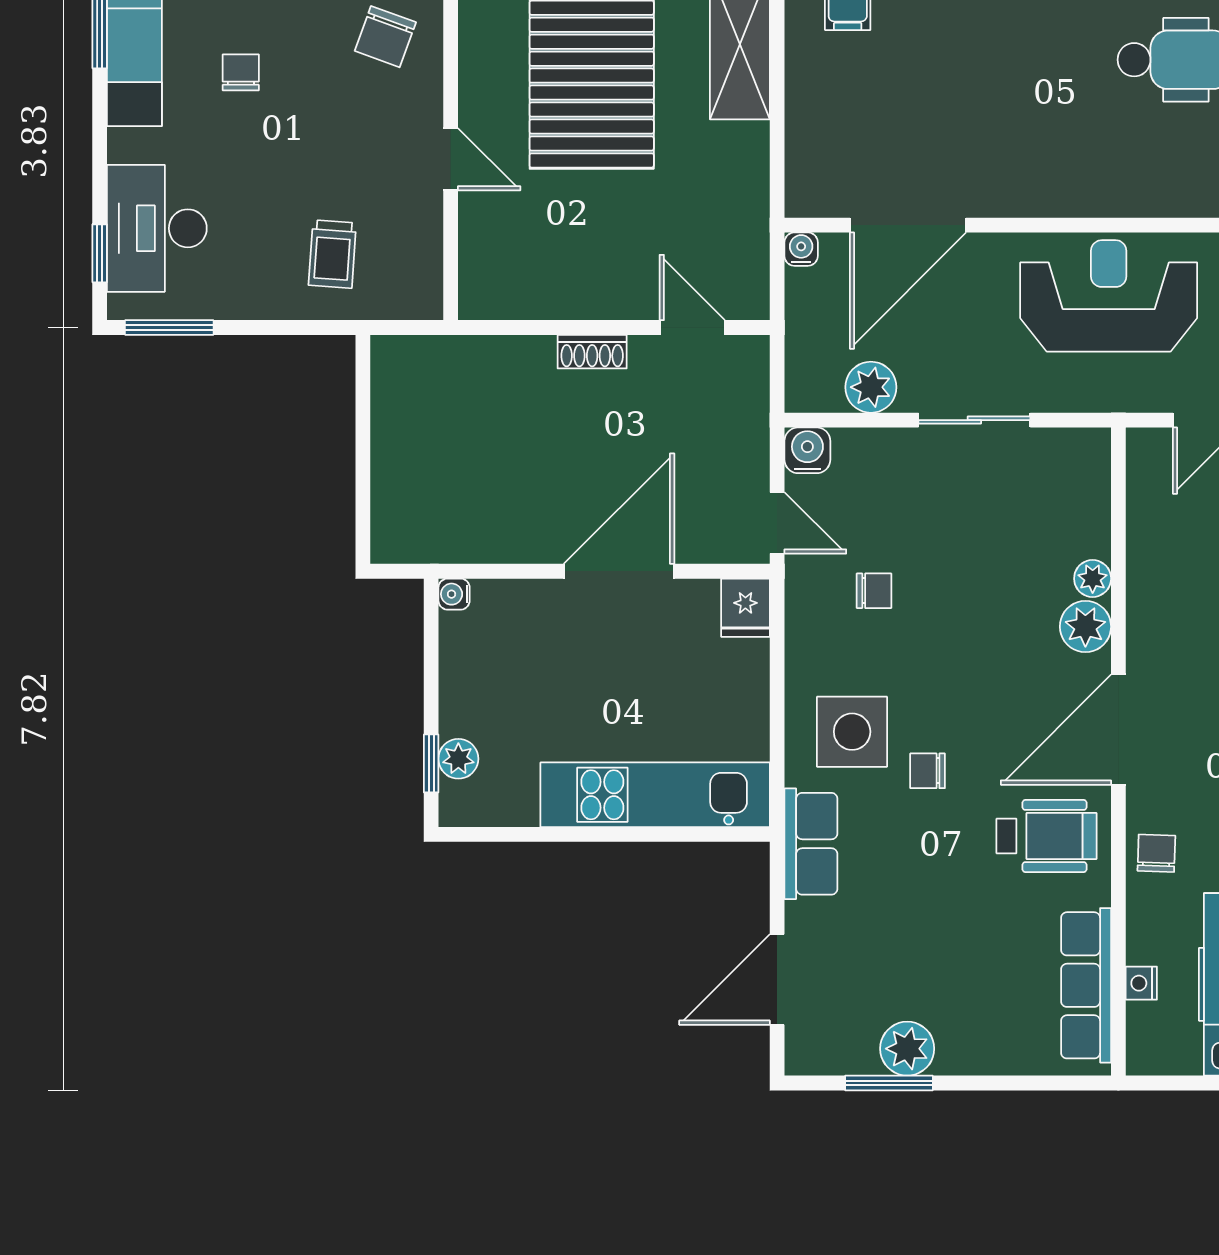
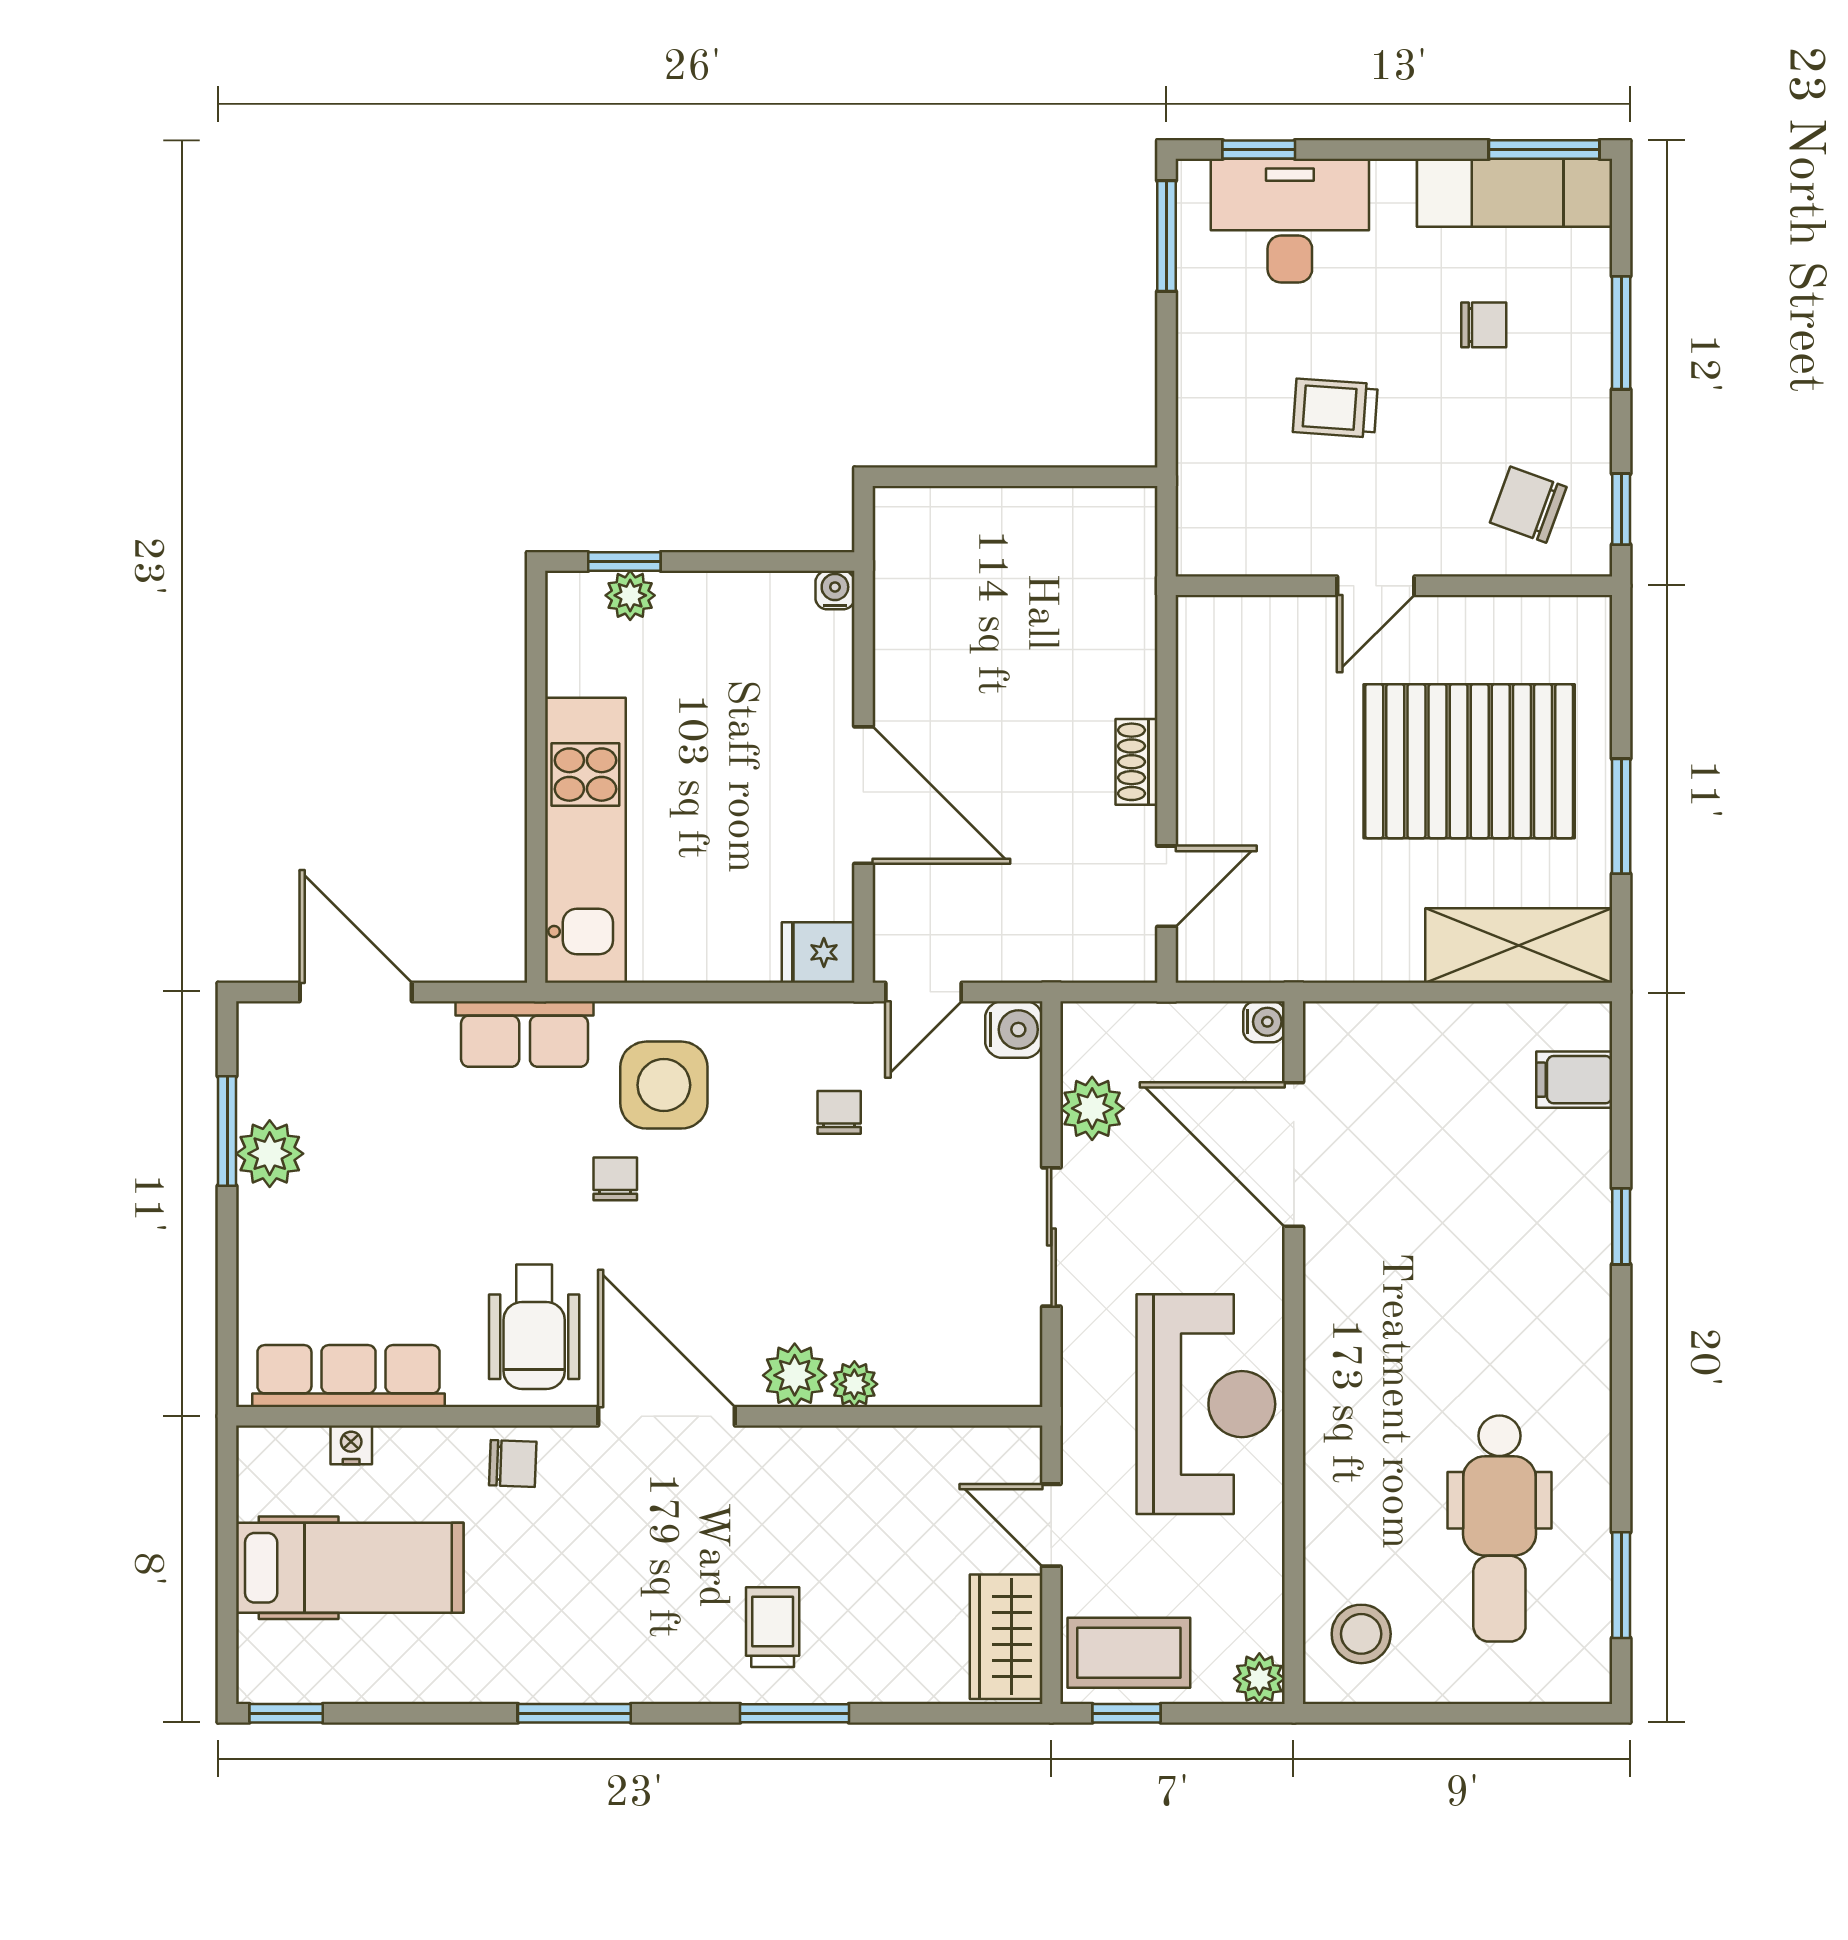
trolley: (332, 254) -> (1335, 408), moved
chair: (874, 591) -> (839, 1112), turned 180

